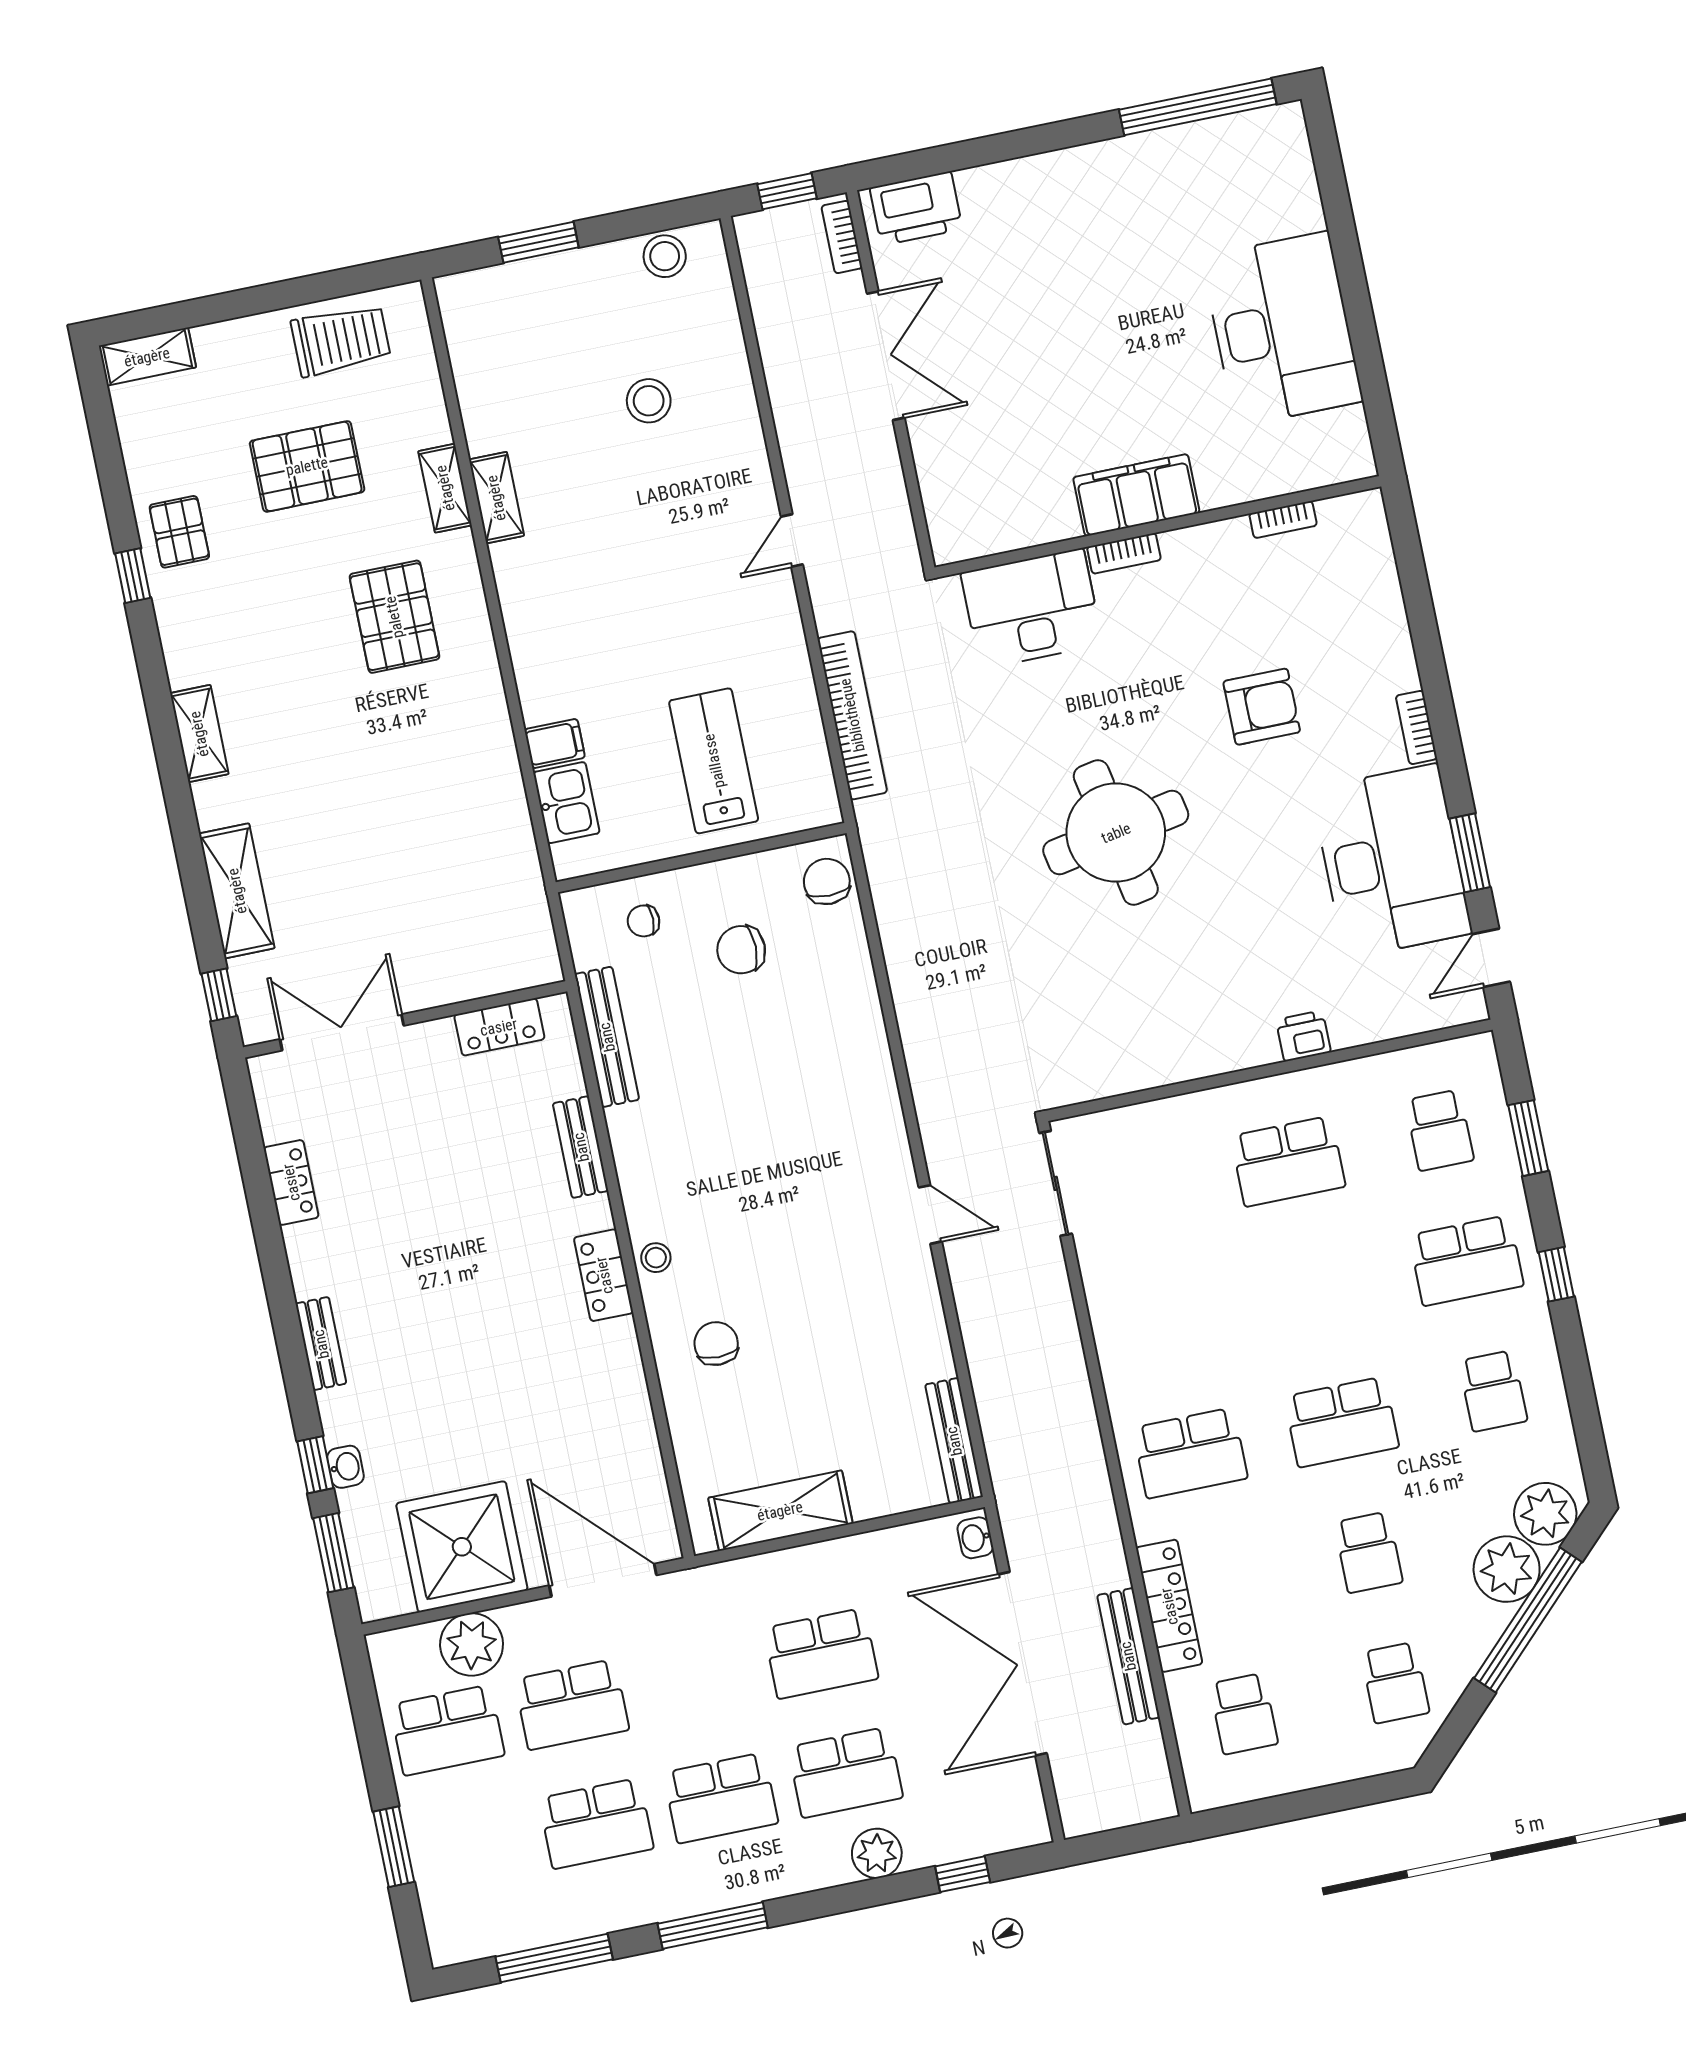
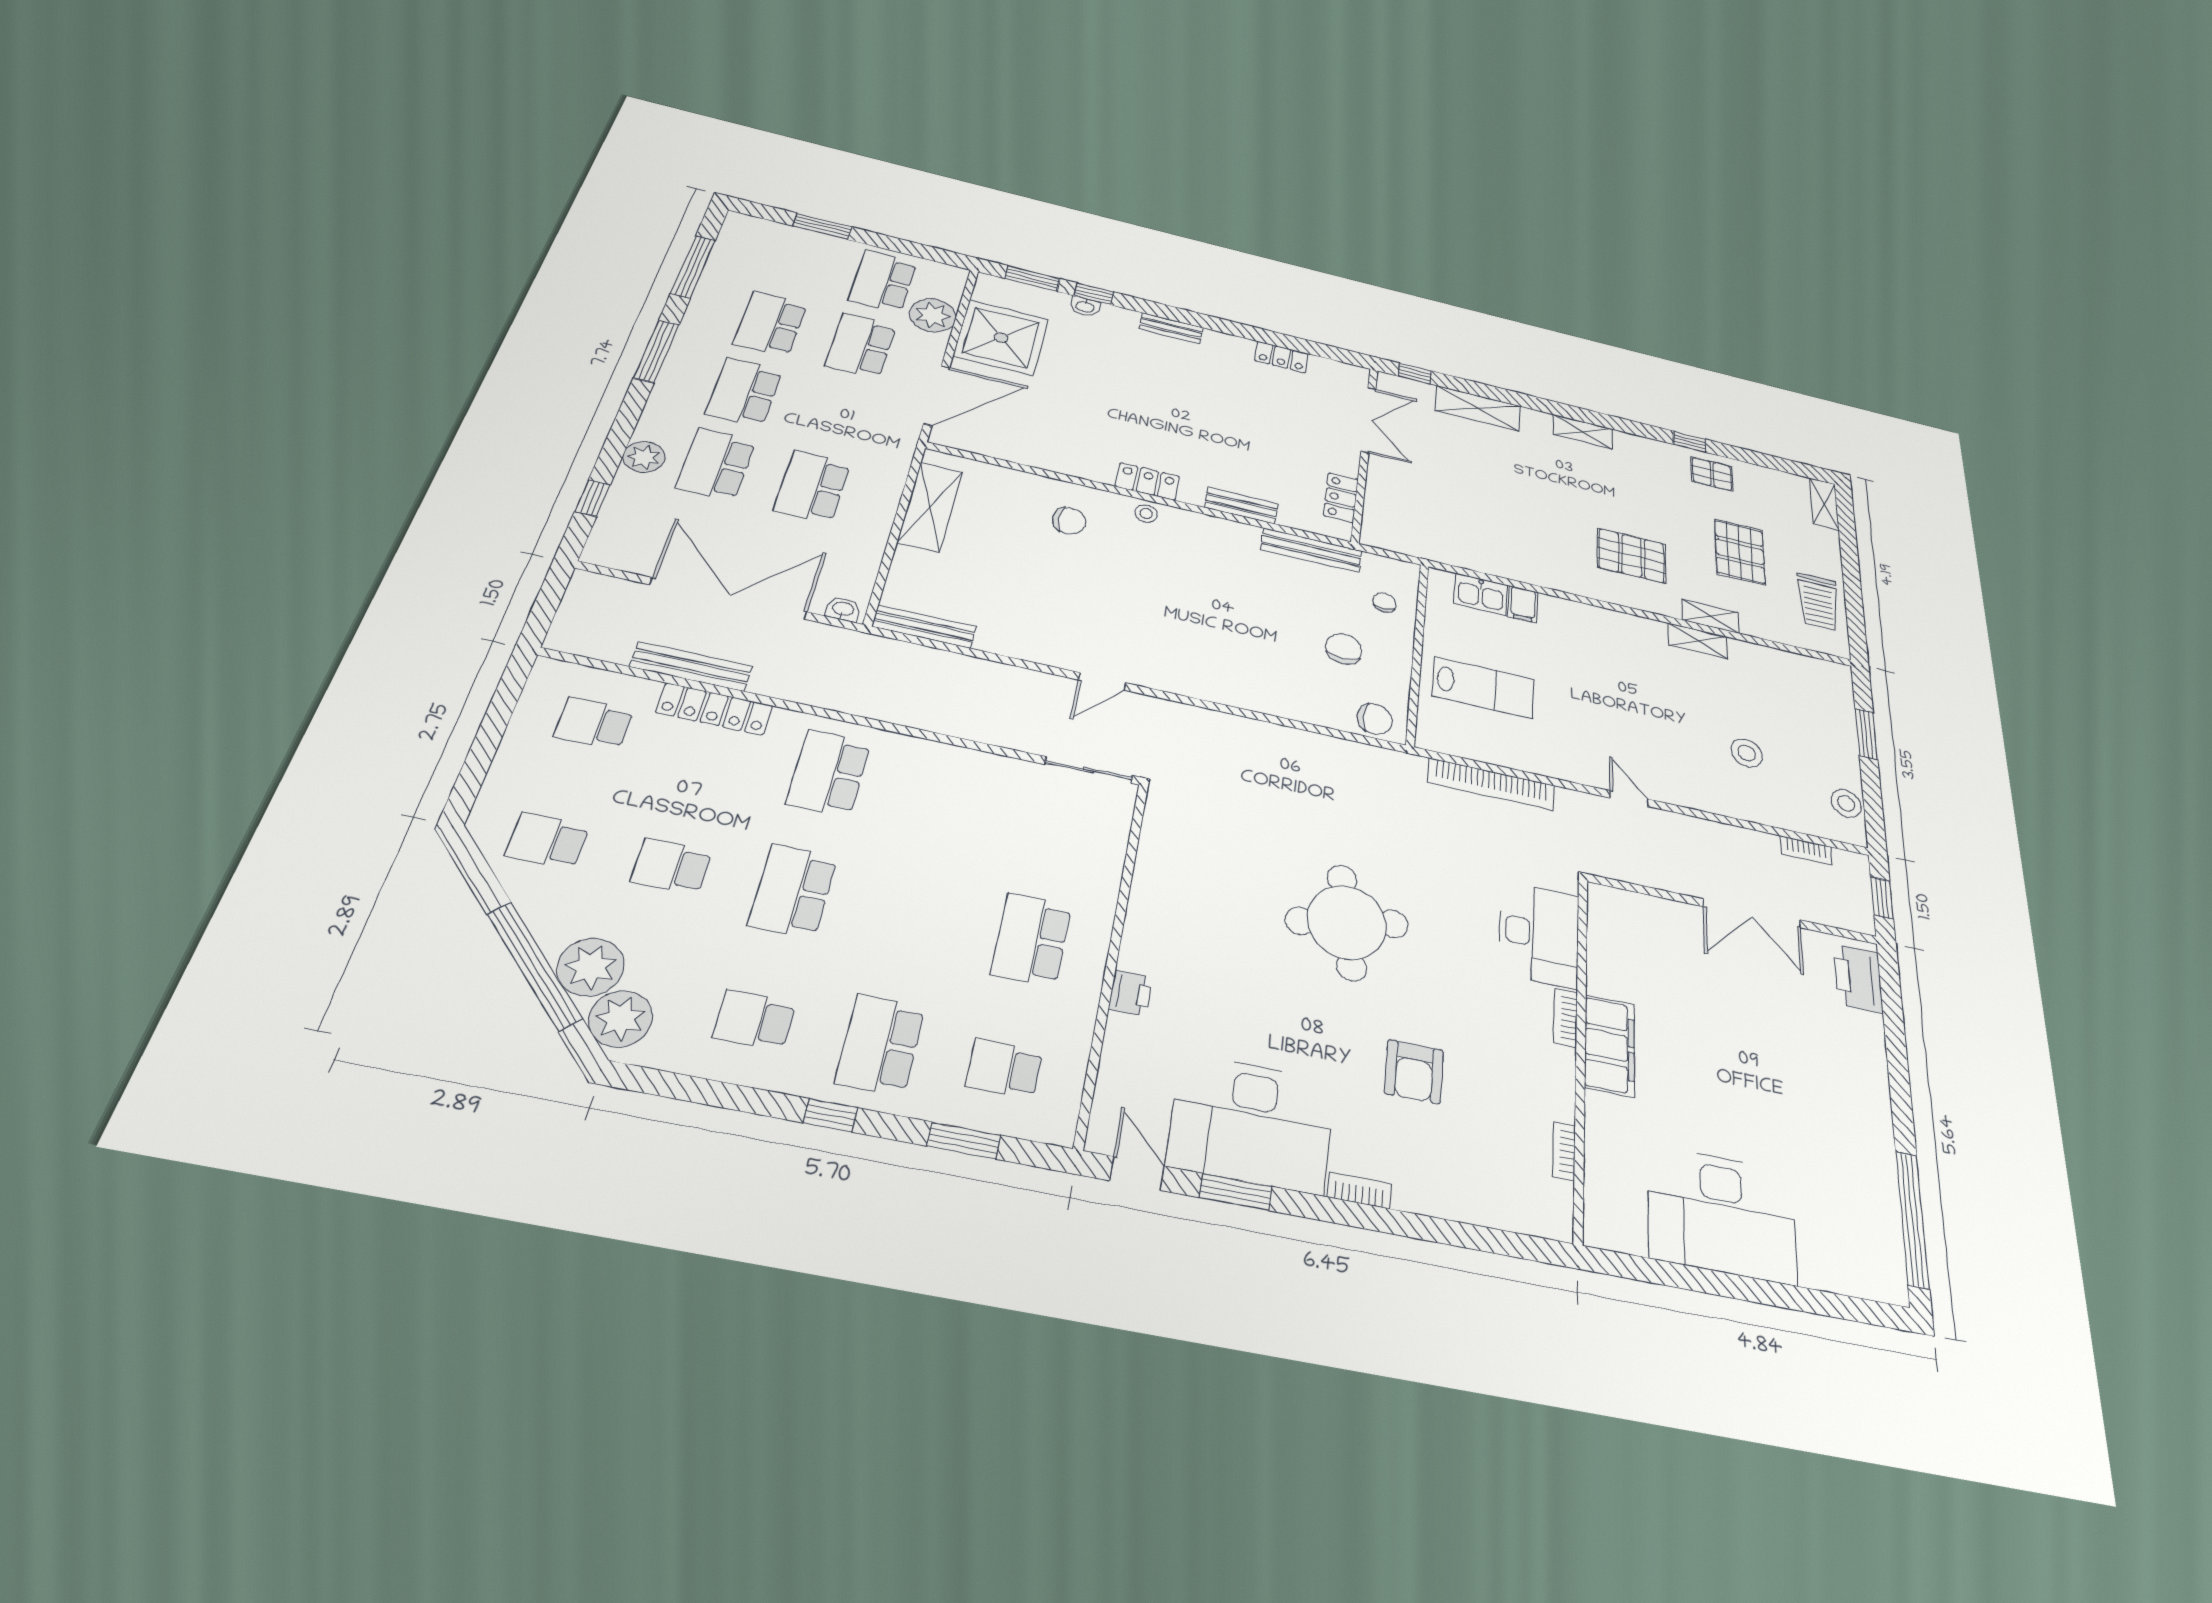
bookcase: (842, 237) -> (1806, 850), moved, turned 180

